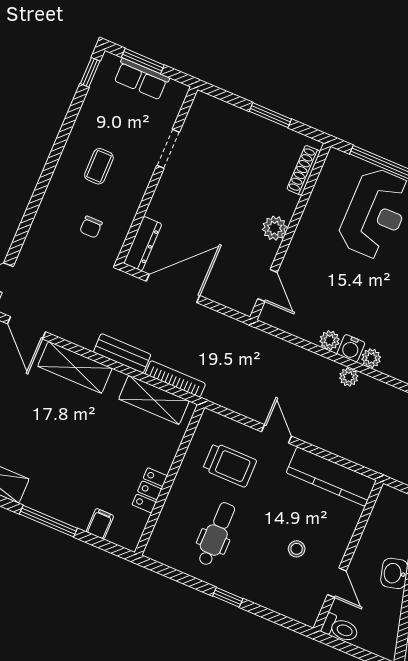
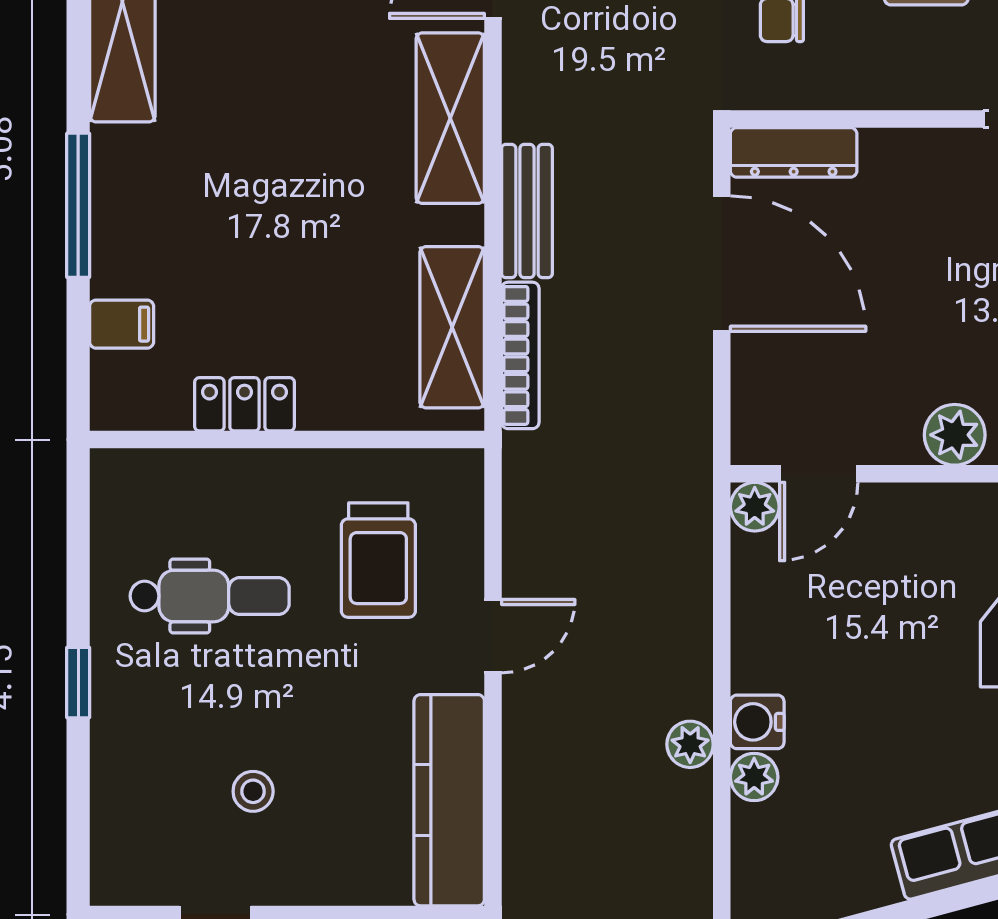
plant: (330, 340) -> (755, 507), moved

